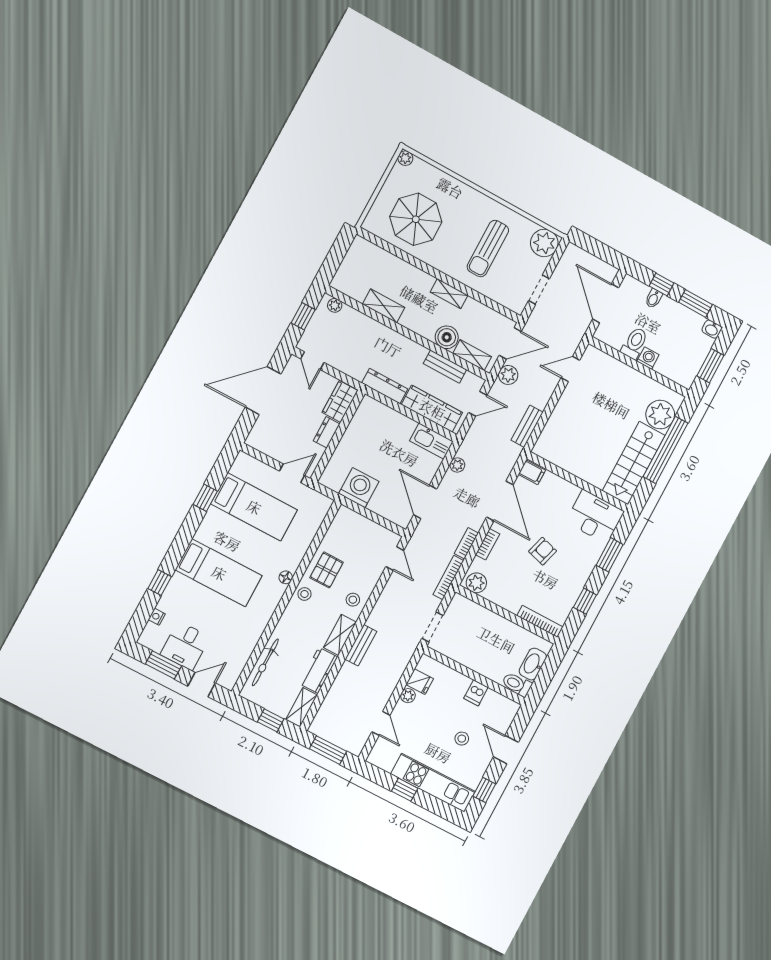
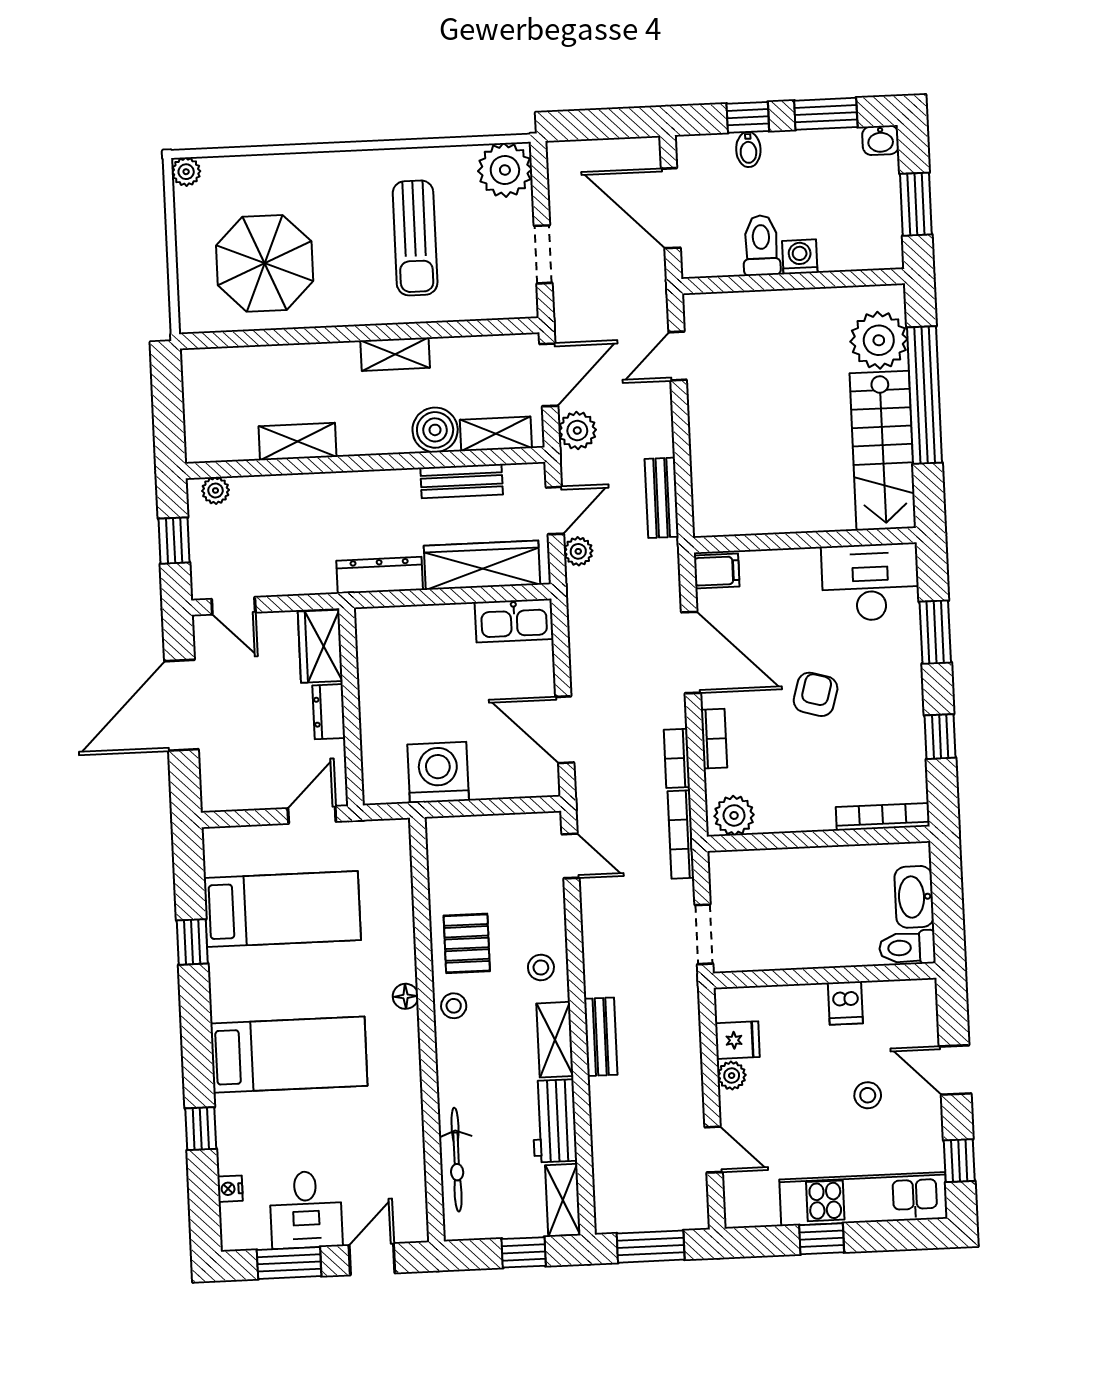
plant: (457, 465) -> (578, 551), moved

